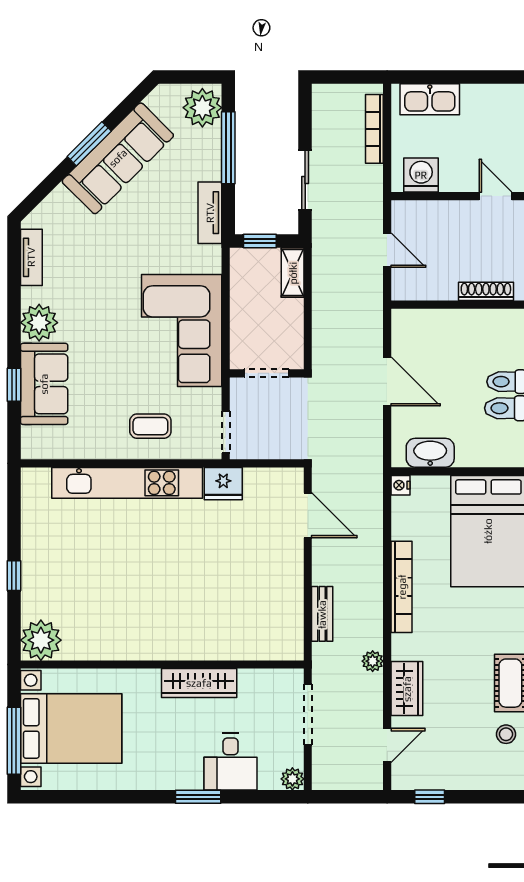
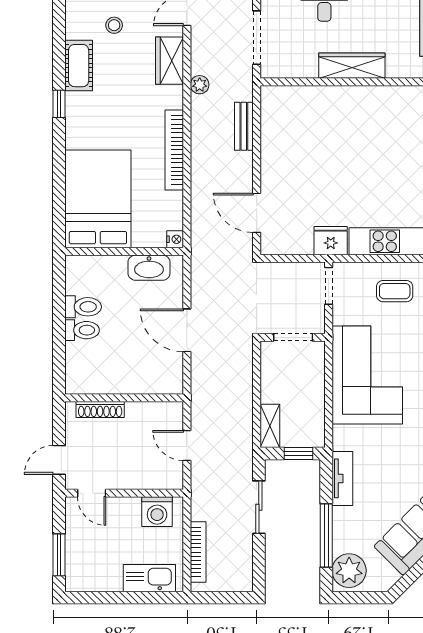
stool: (506, 734) -> (114, 25), moved

